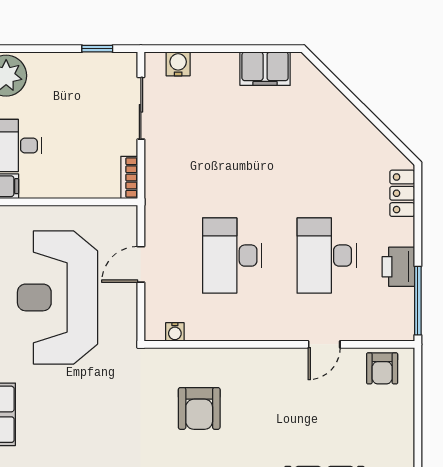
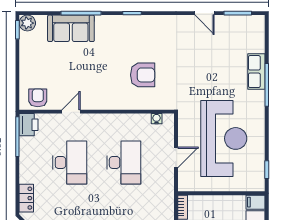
printer: (398, 267) -> (28, 125), moved
armchair: (199, 408) -> (143, 75), turned 90

